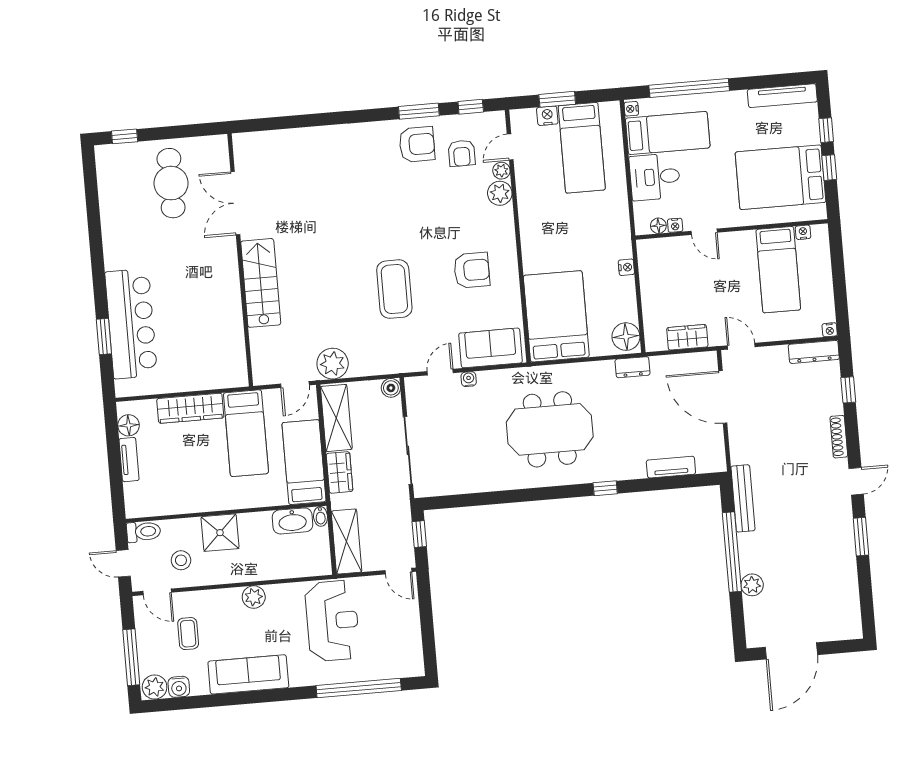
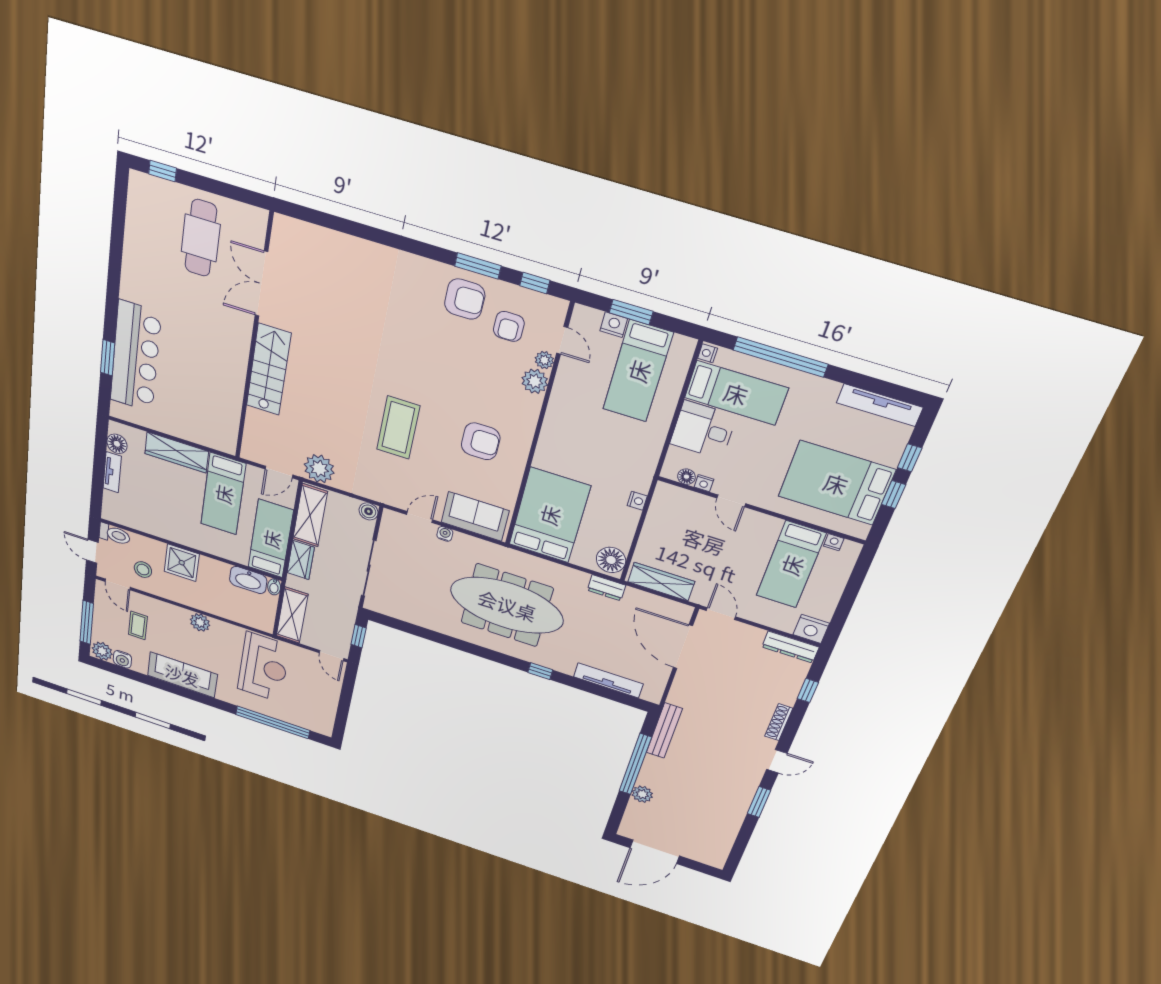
door: (510, 147) -> (562, 340), swing flipped
nightstand: (830, 330) -> (811, 629), width x1.89, depth x1.79
wardrobe: (687, 337) -> (661, 582), width x1.50
meeting table: (550, 429) -> (507, 605), width x1.36
tv unit: (671, 467) -> (608, 680), width x1.41

